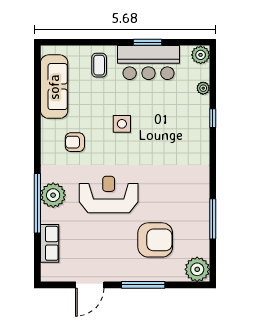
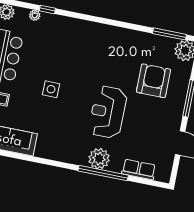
window: (213, 118) -> (47, 10), moved
armchair: (75, 142) -> (58, 132), removed
window: (213, 219) -> (169, 34), moved

